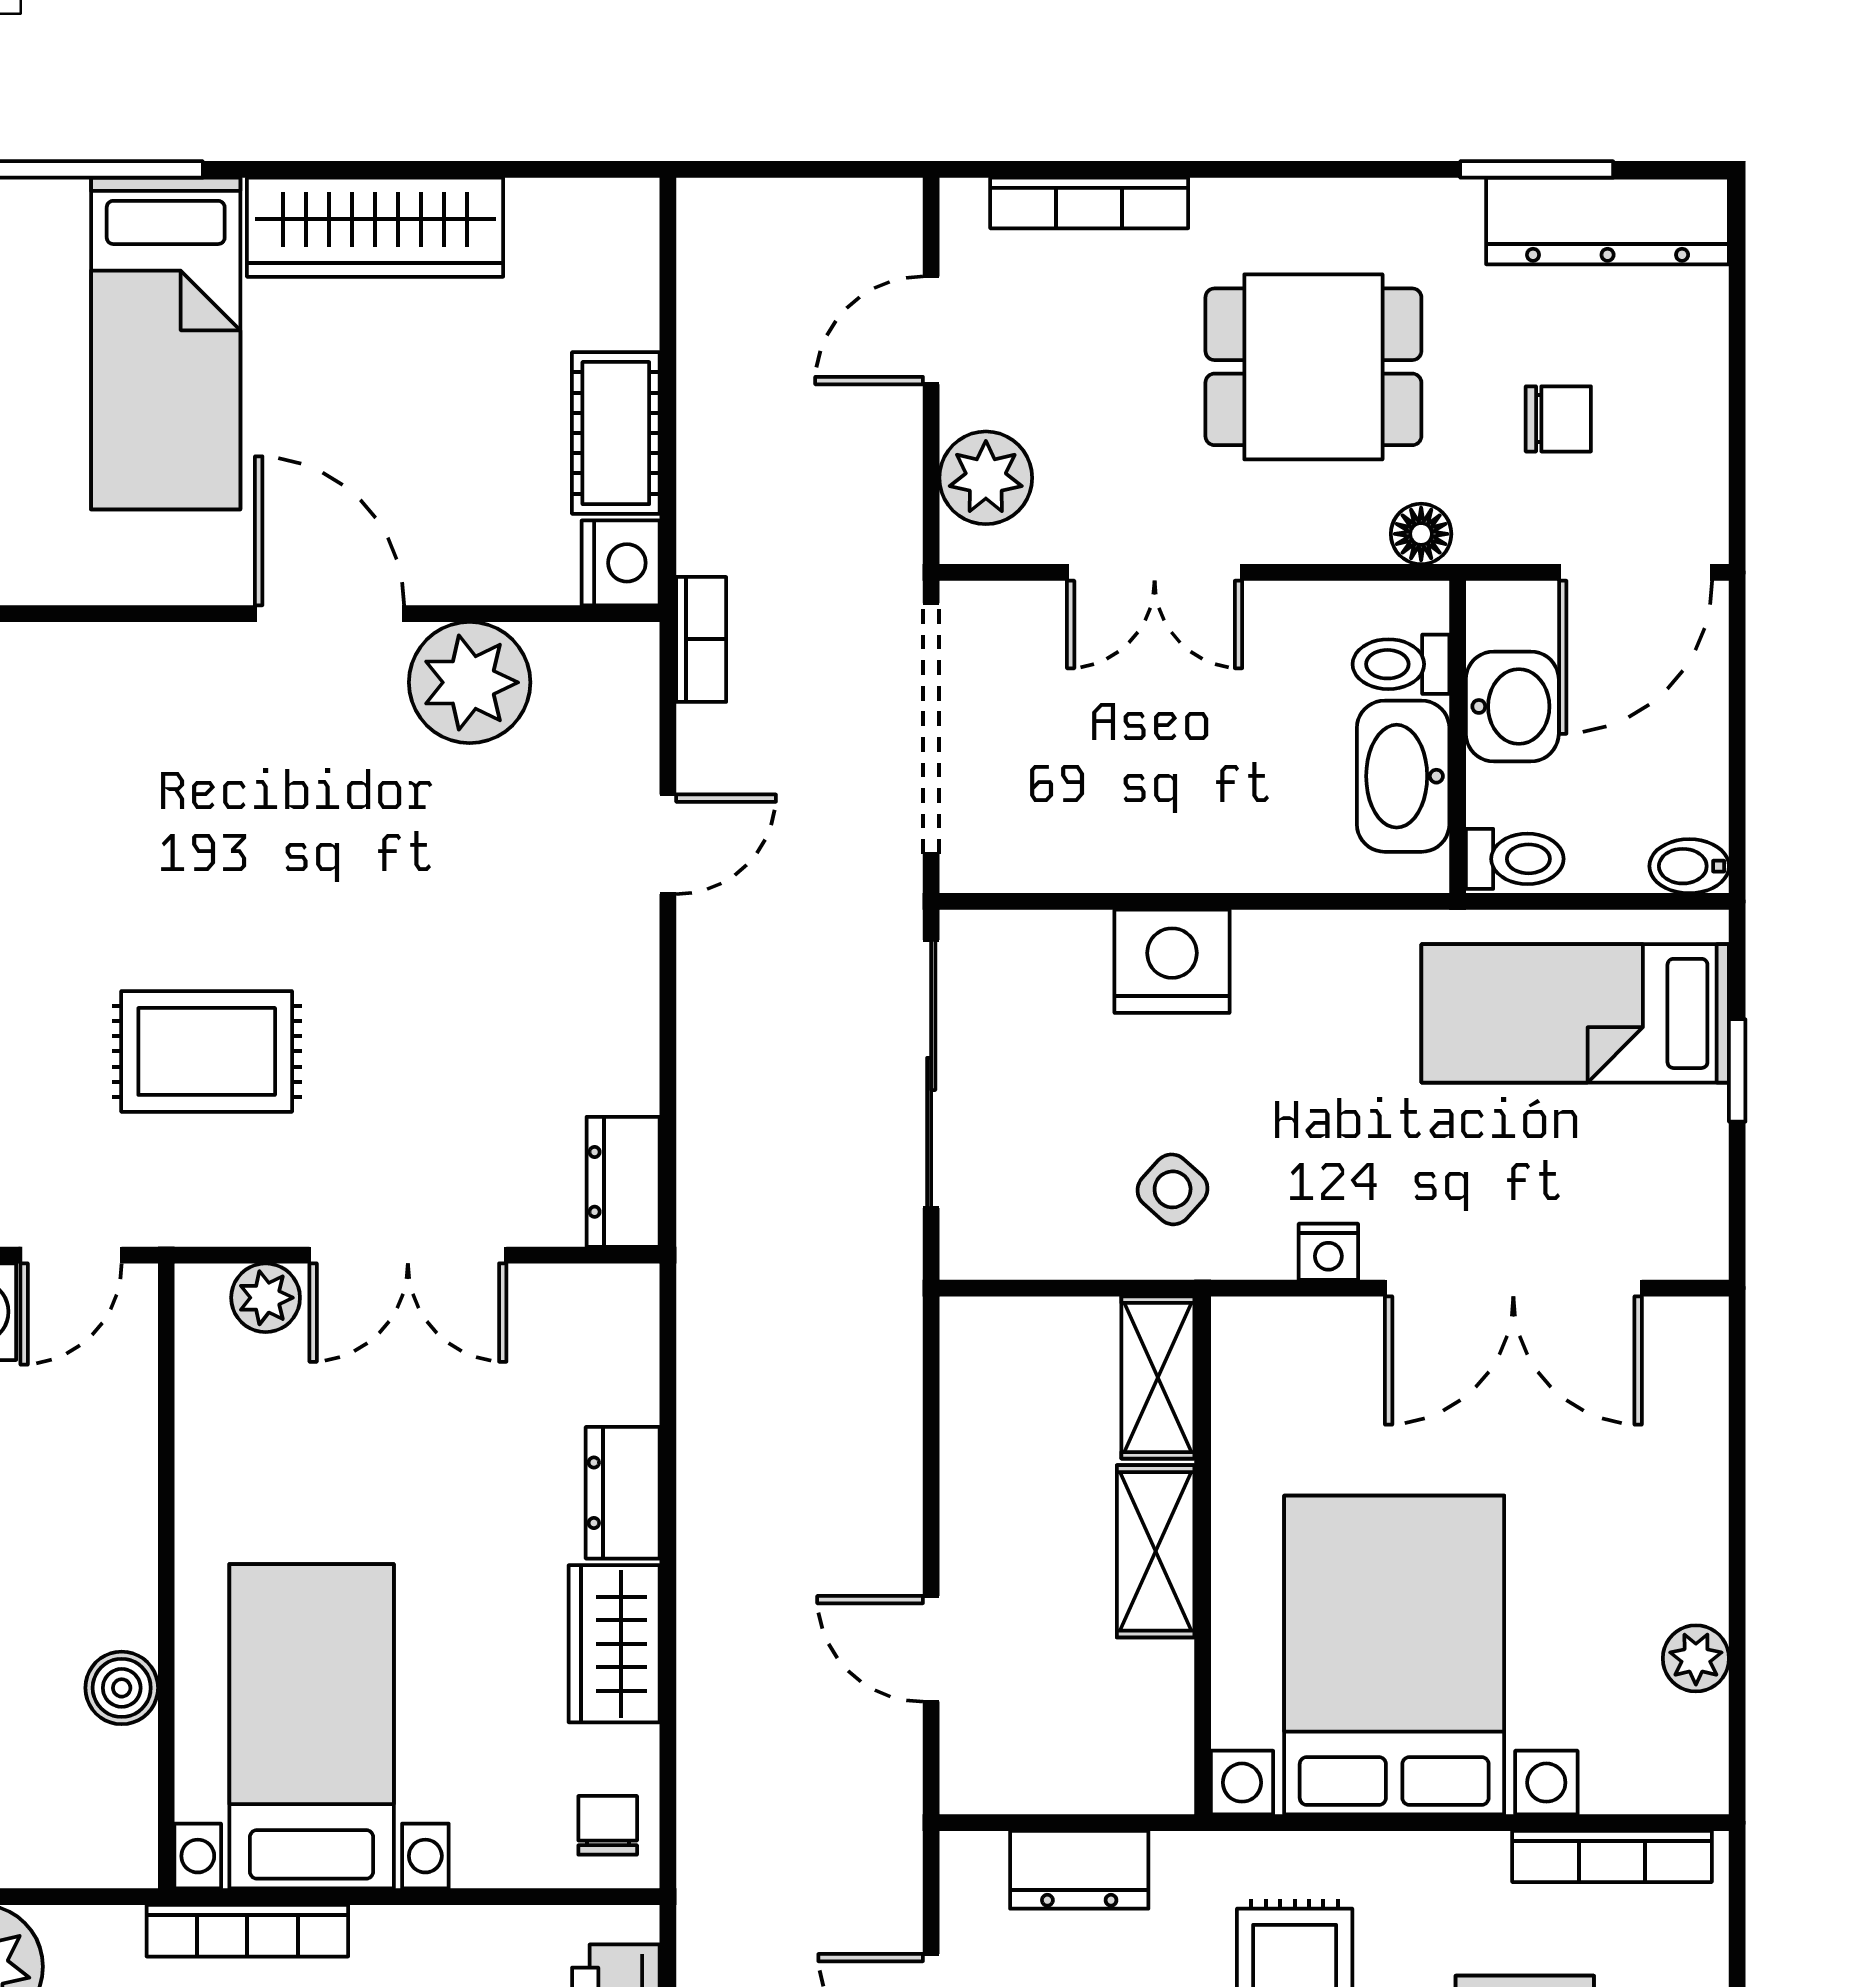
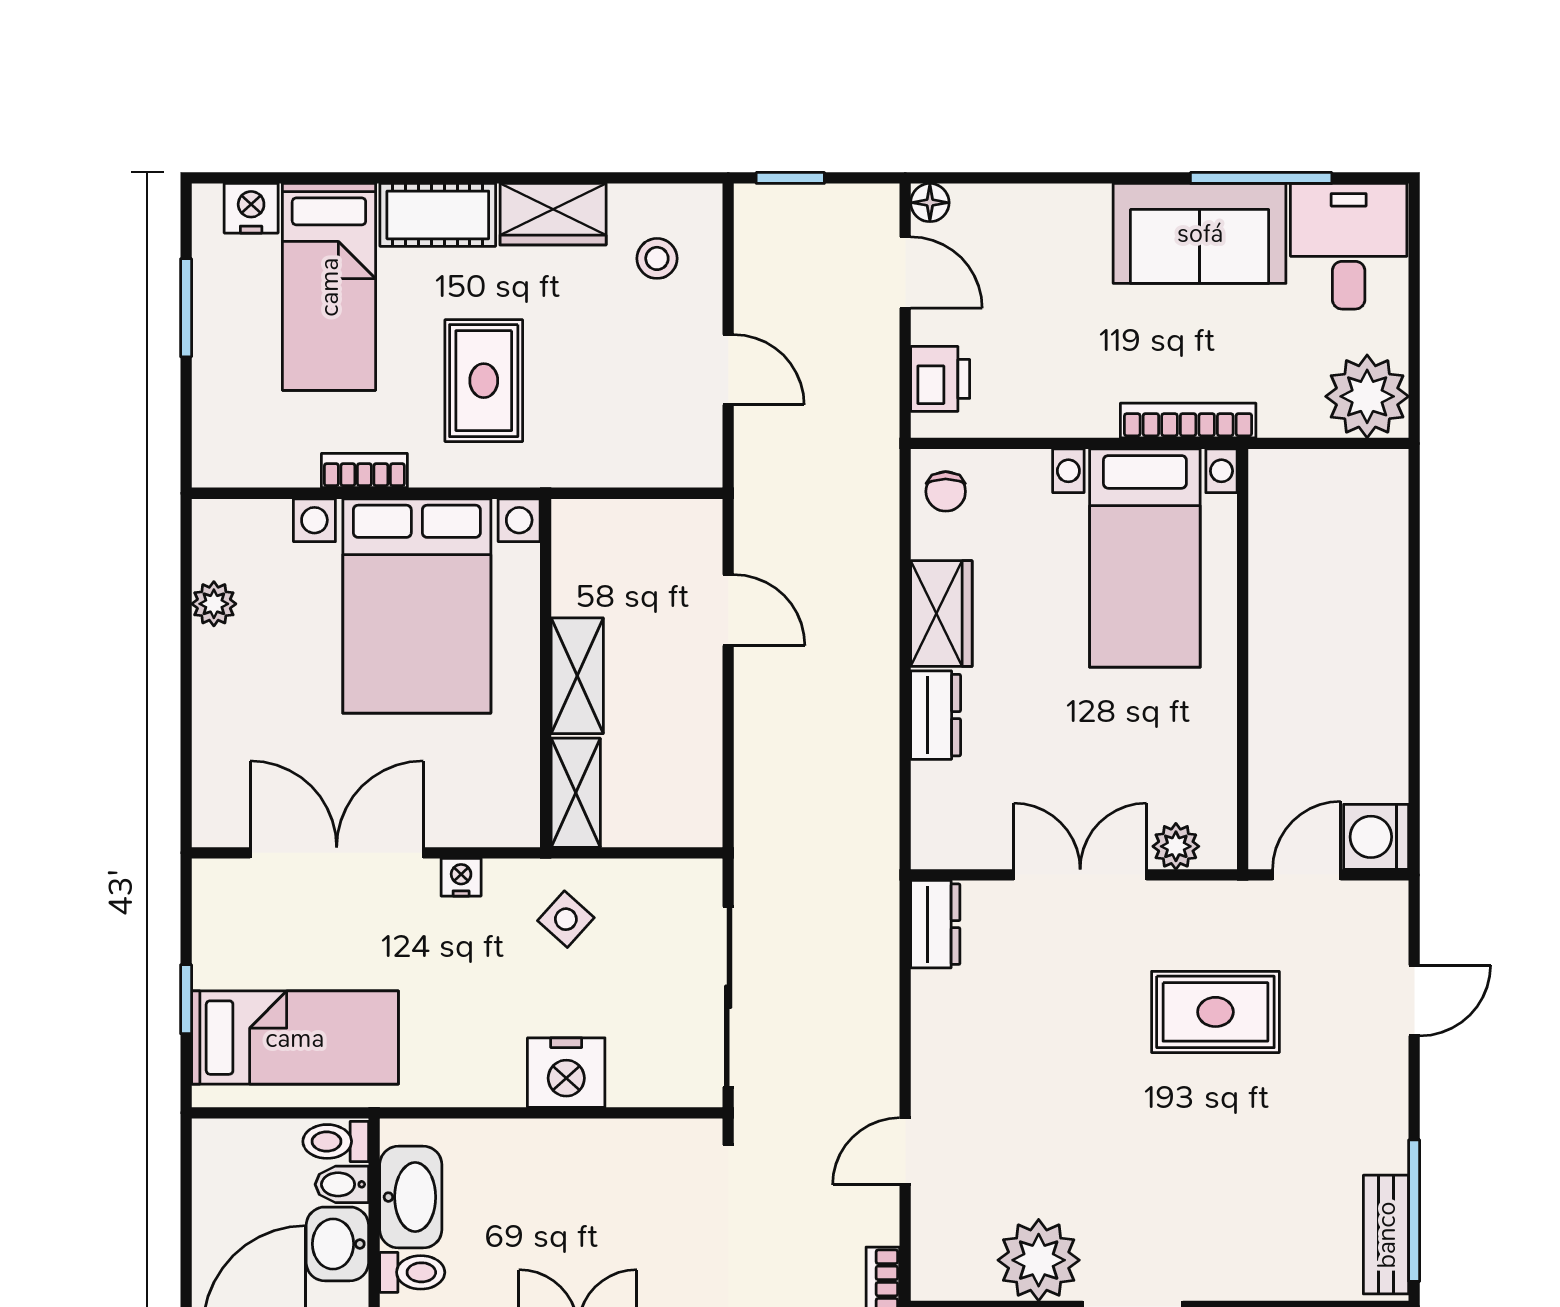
bidet: (1689, 866) -> (342, 1184), moved, turned 180
boiler: (122, 1688) -> (1273, 584), removed
bookcase: (1612, 1856) -> (364, 471), moved, width x0.64
dresser: (1079, 1870) -> (629, 462), removed

